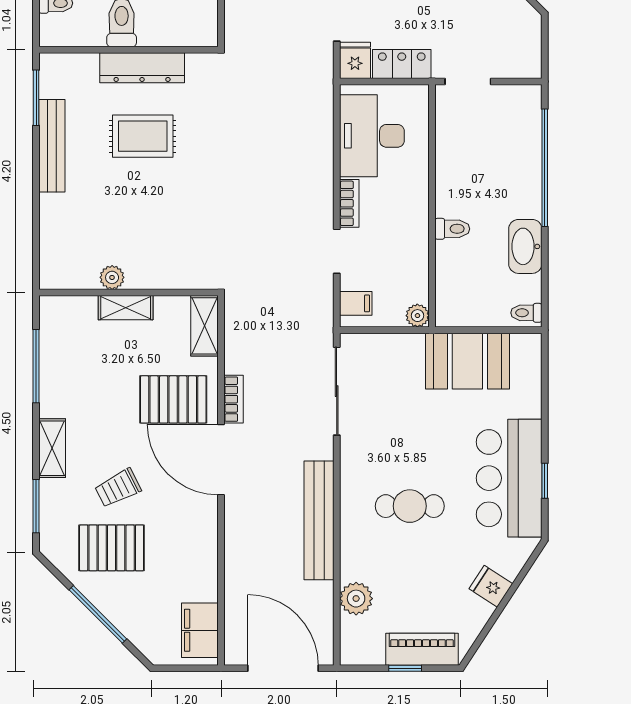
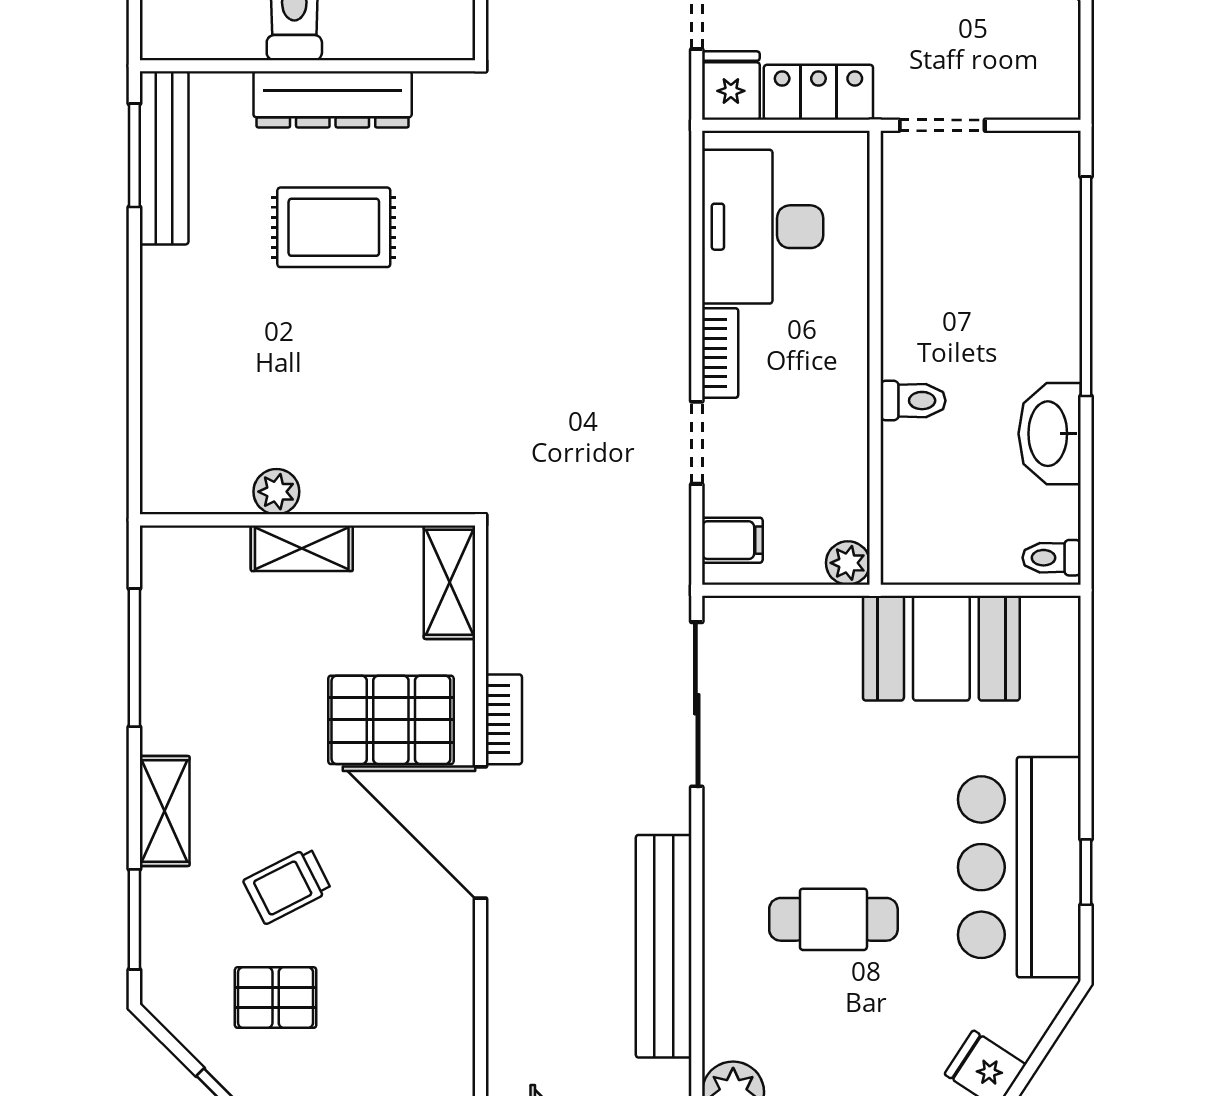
bench: (52, 146) -> (164, 158), moved
pallet: (112, 548) -> (276, 998), width x0.67, depth x0.71

